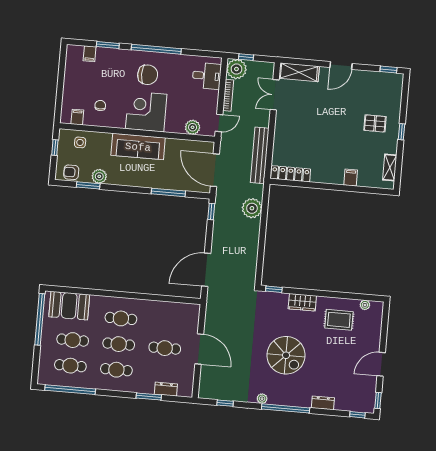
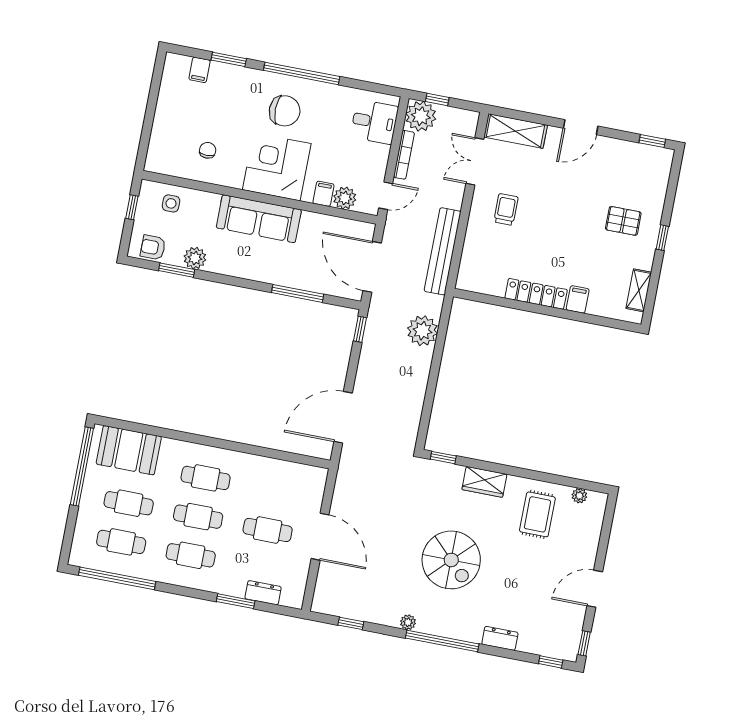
filing cabinet: (77, 117) -> (323, 194), moved
trolley: (298, 124) -> (506, 209), added
locker: (291, 174) -> (536, 294), moved
rug: (339, 320) -> (537, 514), turned 90

